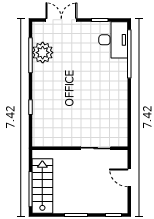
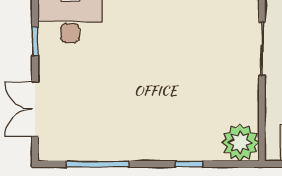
plant: (43, 53) -> (240, 143), moved

